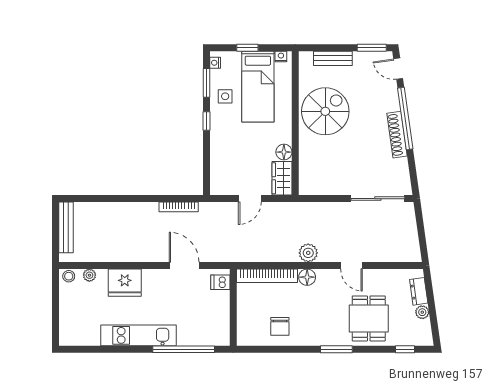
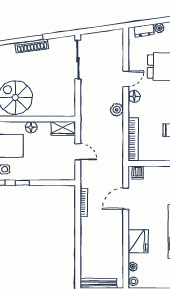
floor lamp: (284, 152) -> (31, 127), moved
floor lamp: (307, 277) -> (134, 96), moved

